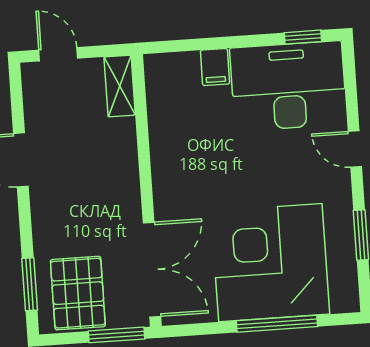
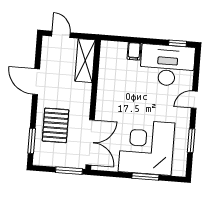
shelving: (120, 86) -> (85, 61), width x1.50, depth x1.33
door: (355, 149) -> (194, 100), hinge flipped
pallet: (78, 293) -> (56, 125), moved
window: (277, 324) -> (145, 177), width x0.69

